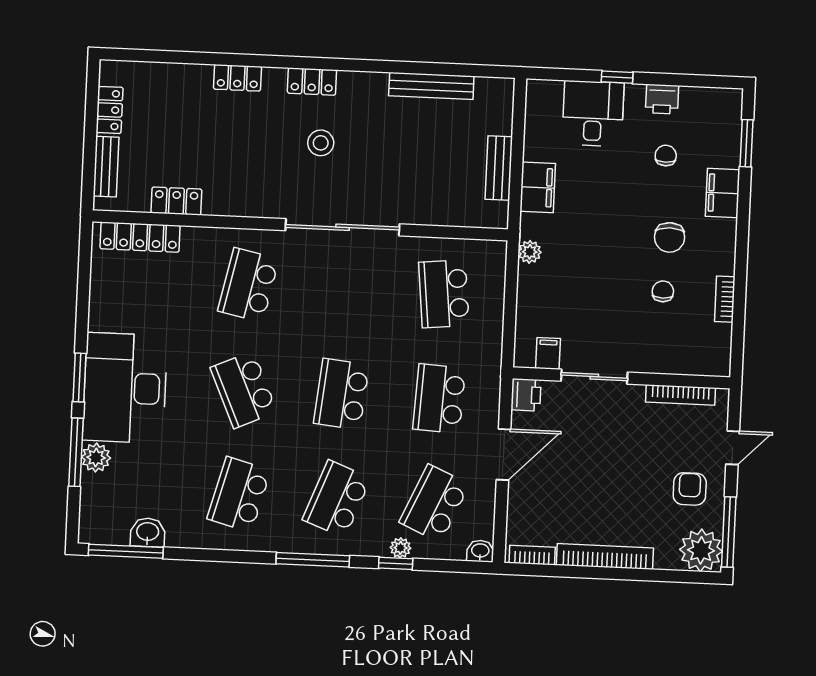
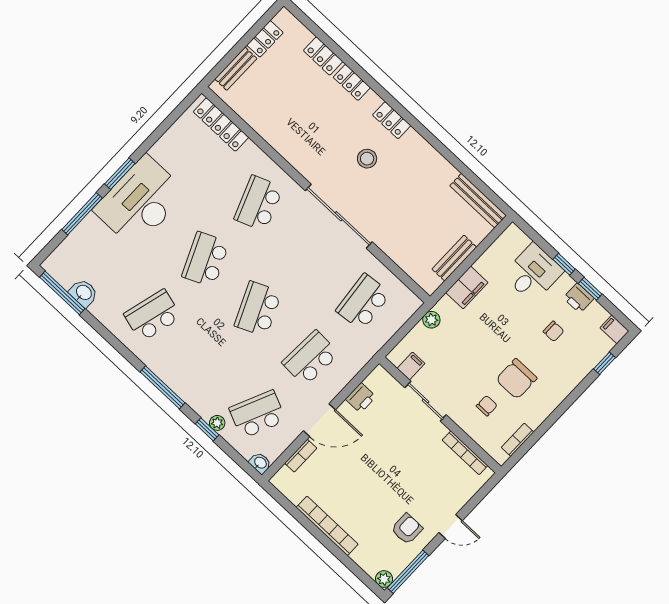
window: (666, 79) -> (590, 289), added
bench: (431, 86) -> (478, 201), moved
window: (746, 143) -> (605, 363), width x0.67
chair: (666, 156) -> (554, 331), turned 90
filing cabinet: (723, 193) -> (614, 329), moved, width x0.50
locker: (176, 201) -> (323, 56), moved, turned 180
chair: (670, 237) -> (516, 379), width x1.37, depth x1.37
school desk: (248, 285) -> (259, 203), turned -33
filing cabinet: (548, 353) -> (411, 366), moved
sliding door: (594, 377) -> (426, 401), moved
wall: (621, 378) -> (440, 415), moved
school desk: (341, 394) -> (258, 309), turned -30
bookcase: (680, 395) -> (465, 453), moved
plant: (96, 458) -> (91, 226), removed
school desk: (337, 499) -> (205, 365), removed
plant: (701, 550) -> (384, 579), width x0.53, depth x0.53
bookcase: (532, 555) -> (301, 456), moved, turned 90

